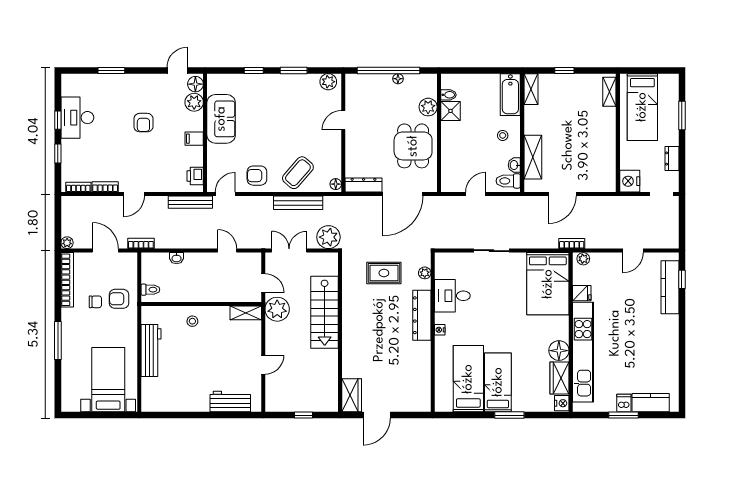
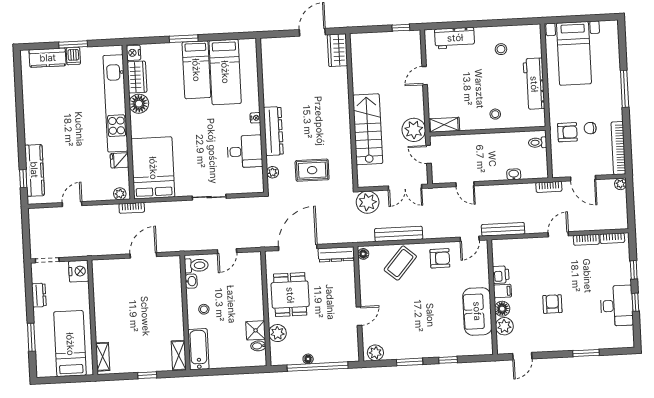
floor lamp: (195, 84) -> (502, 309), moved
shelving: (533, 157) -> (174, 290), removed
printer: (195, 176) -> (501, 275), moved
stool: (183, 388) -> (501, 49), added
window: (303, 415) -> (401, 28), moved

